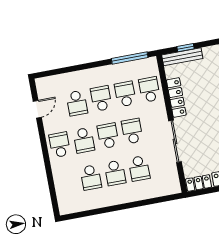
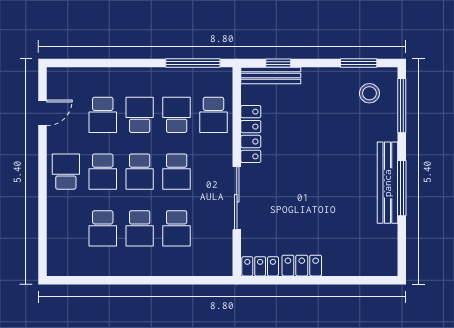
school desk: (149, 89) -> (213, 115), turned 180
school desk: (132, 131) -> (177, 172), turned 180
school desk: (108, 136) -> (140, 172), turned 180

